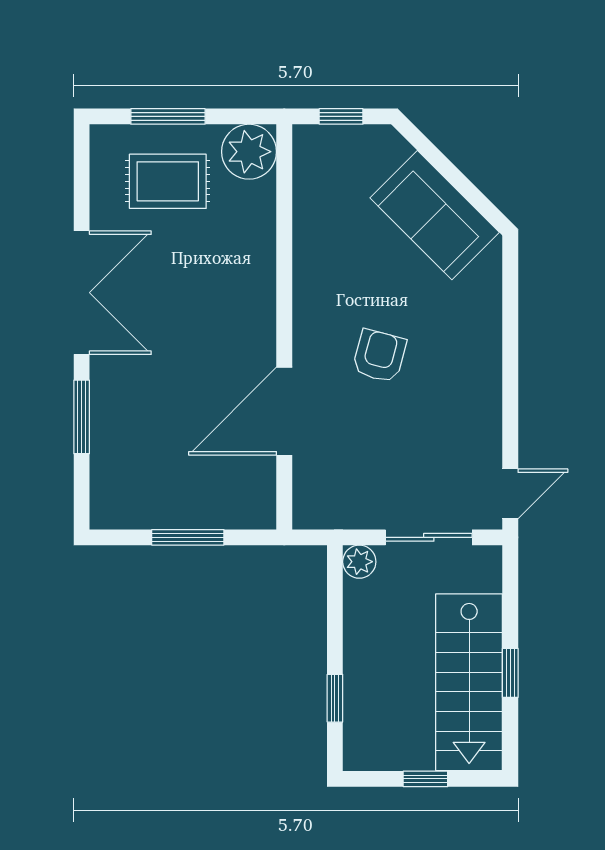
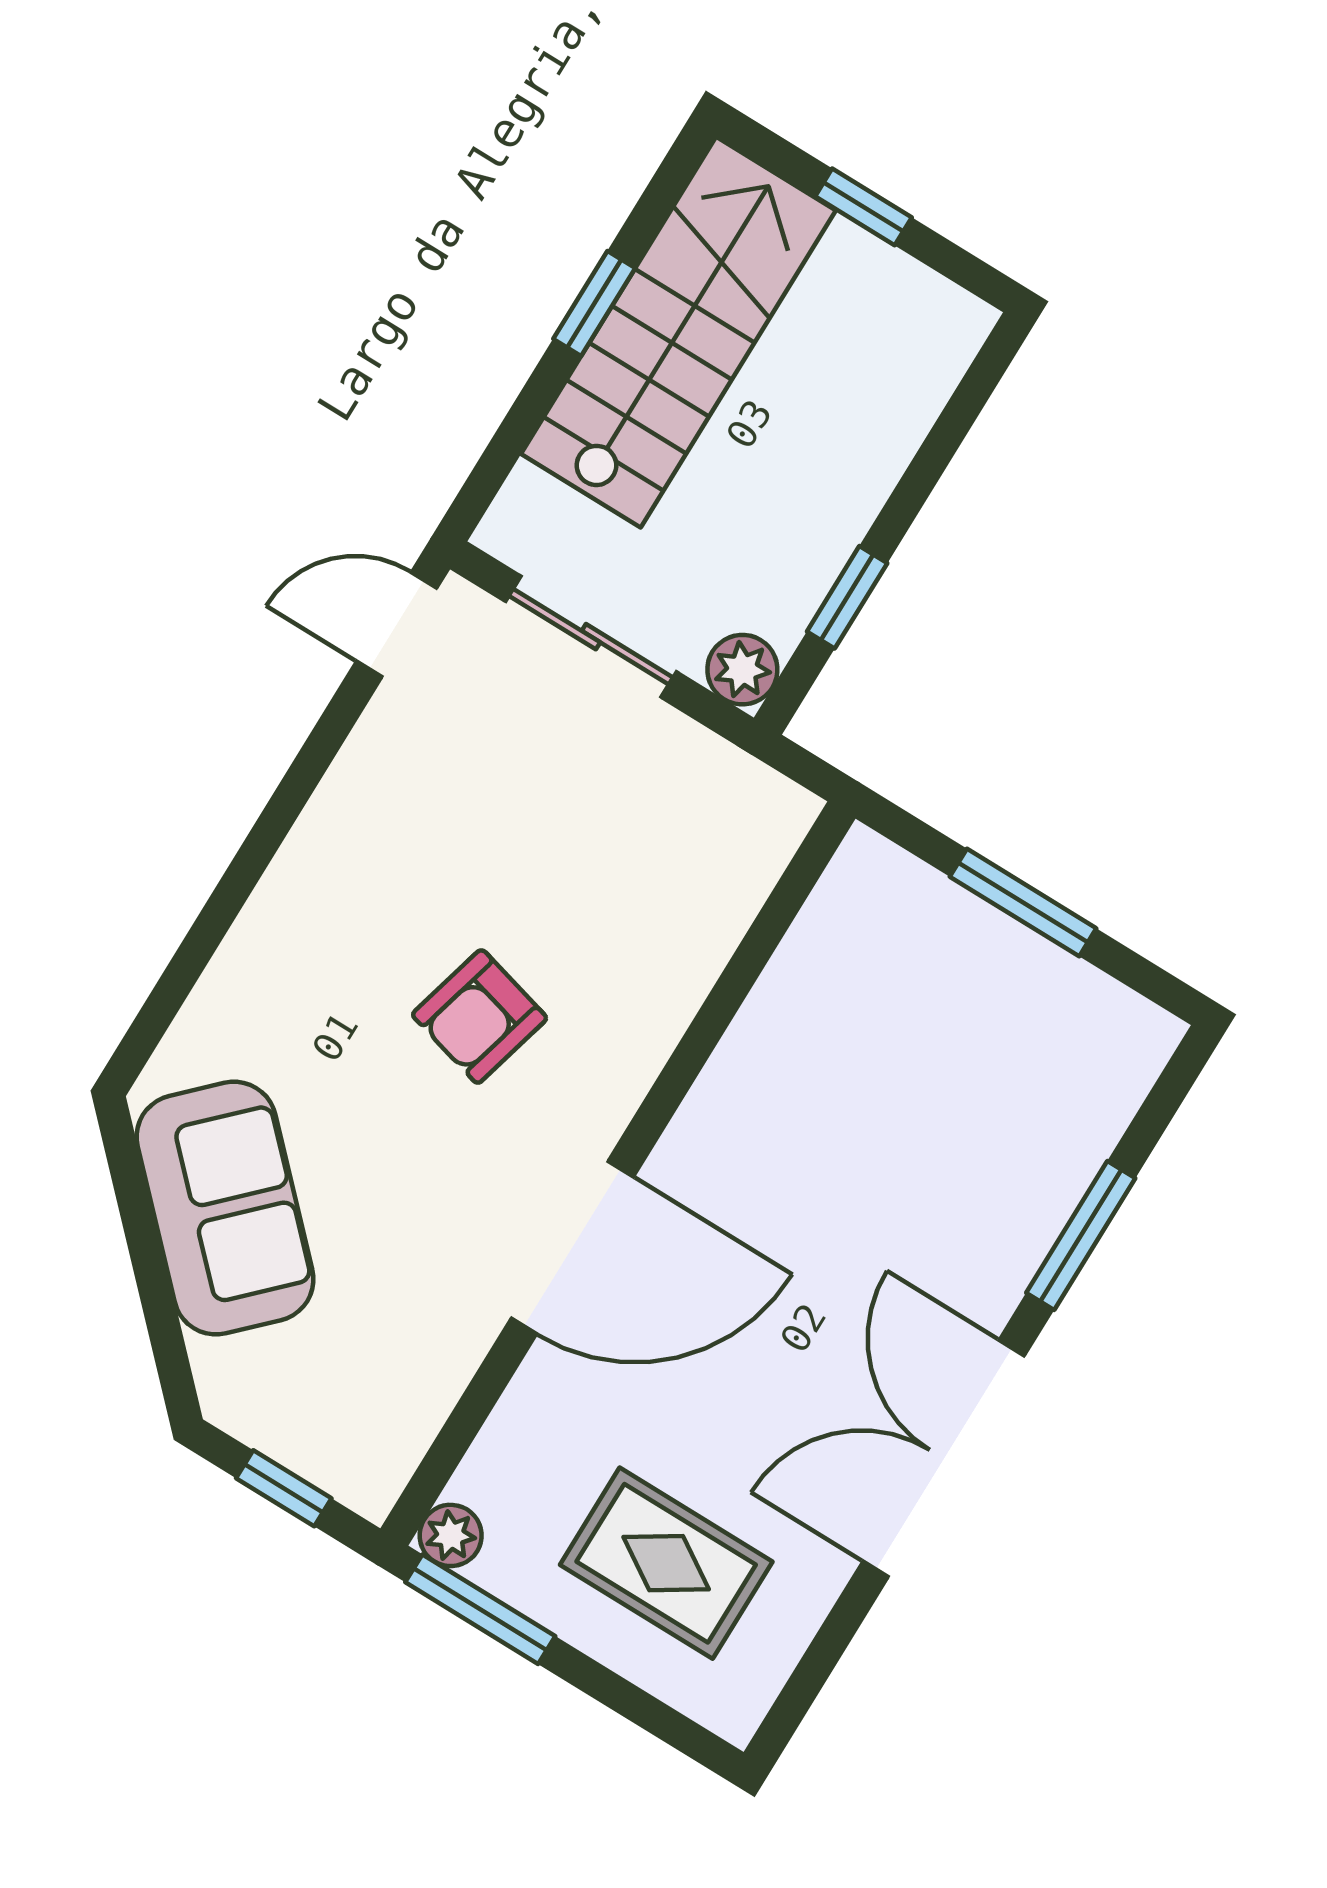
window: (168, 116) -> (480, 1609), moved
plant: (249, 152) -> (451, 1535), width x0.53, depth x0.53
door: (284, 411) -> (572, 1248), moved
window: (335, 698) -> (847, 597), moved

